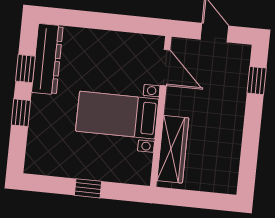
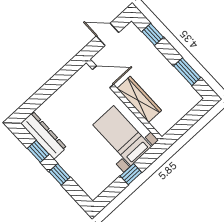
bed with nightstands: (117, 115) -> (122, 136), moved, turned 90
wardrobe: (173, 149) -> (139, 99), moved
window: (249, 152) -> (187, 72), added

